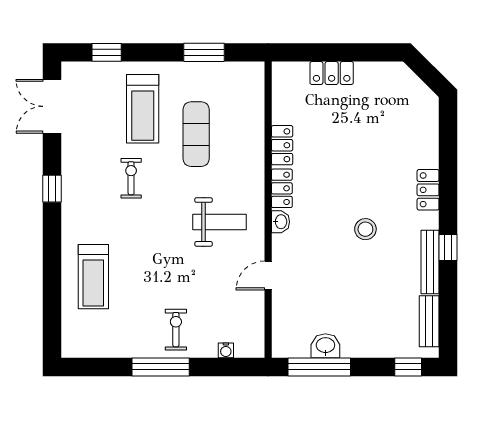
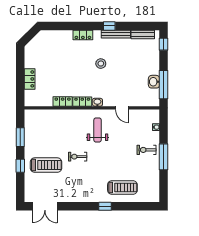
window: (107, 52) -> (20, 166), moved
exercise mat: (196, 134) -> (58, 141), removed
exercise bike: (131, 178) -> (78, 157), moved
window: (52, 189) -> (105, 206), moved

